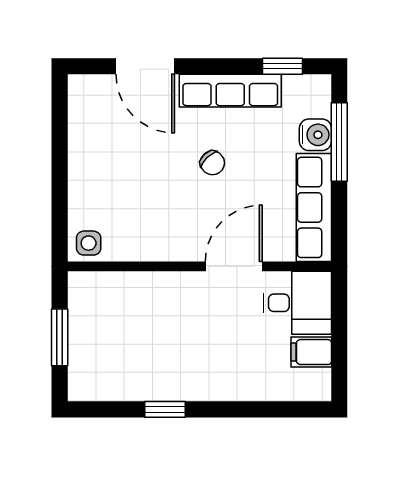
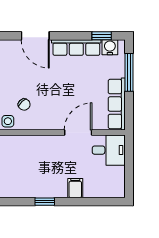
water cooler: (315, 135) -> (110, 47), moved, turned -90
chair: (212, 163) -> (24, 104), moved
filing cabinet: (311, 352) -> (75, 188), moved, turned 90

